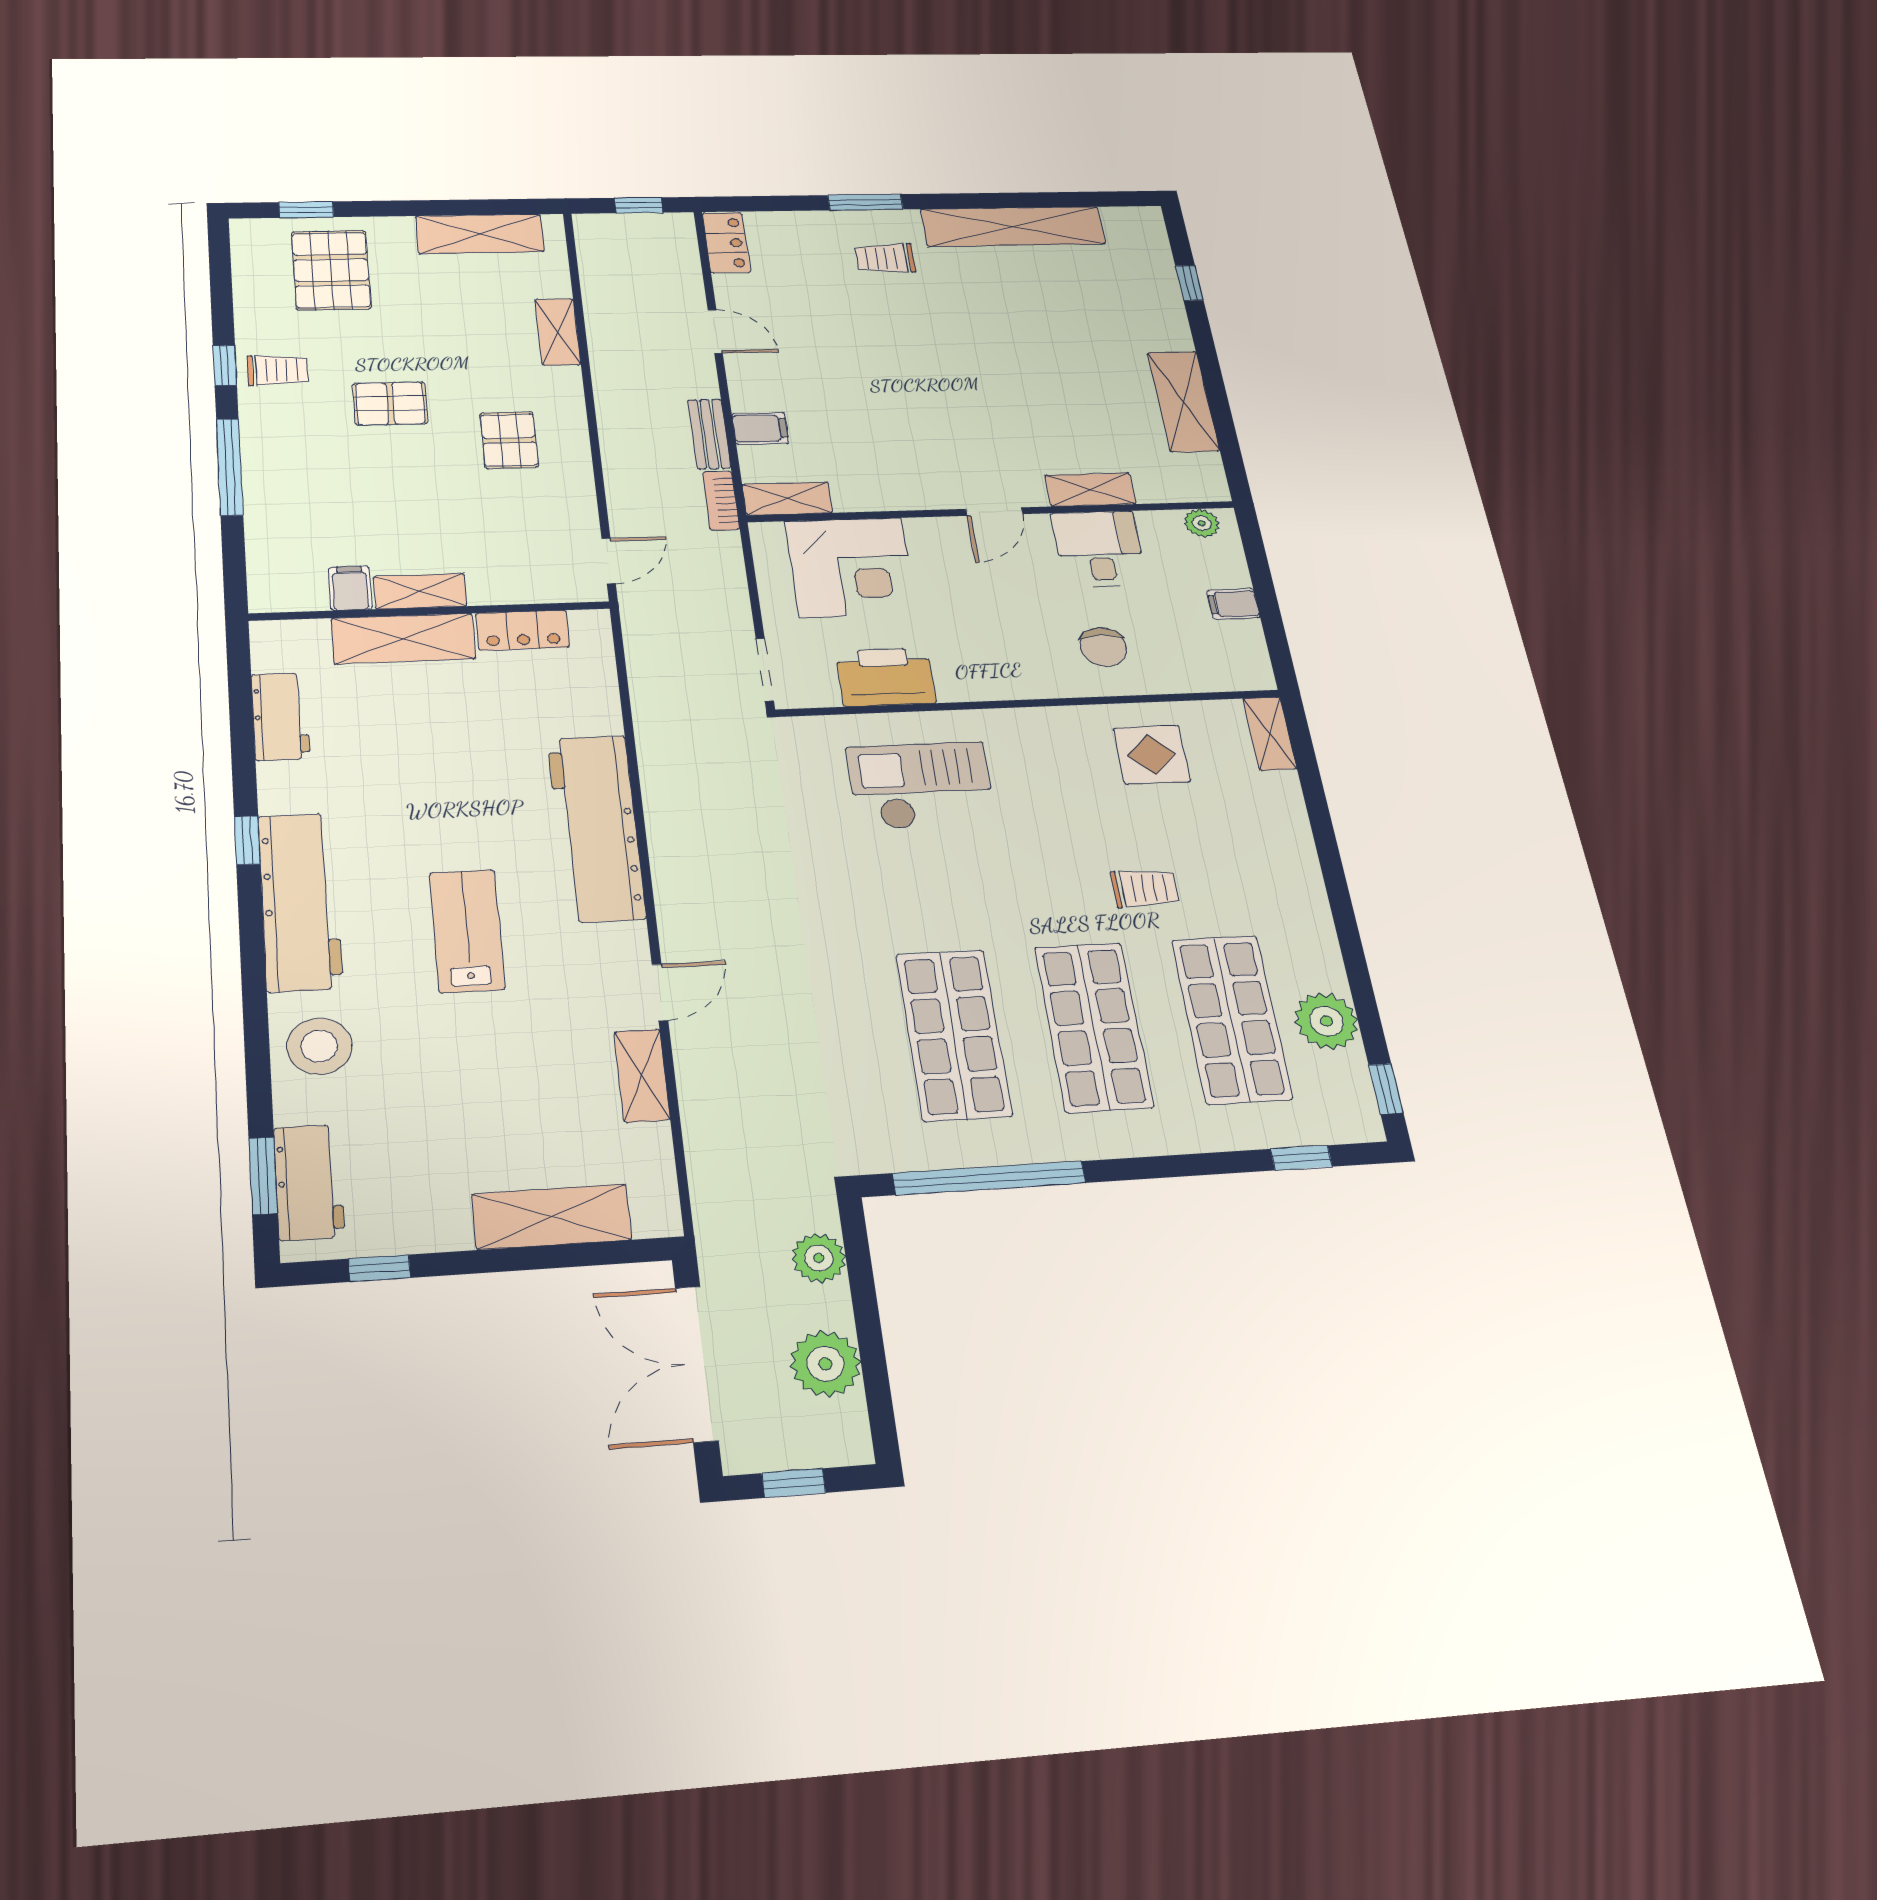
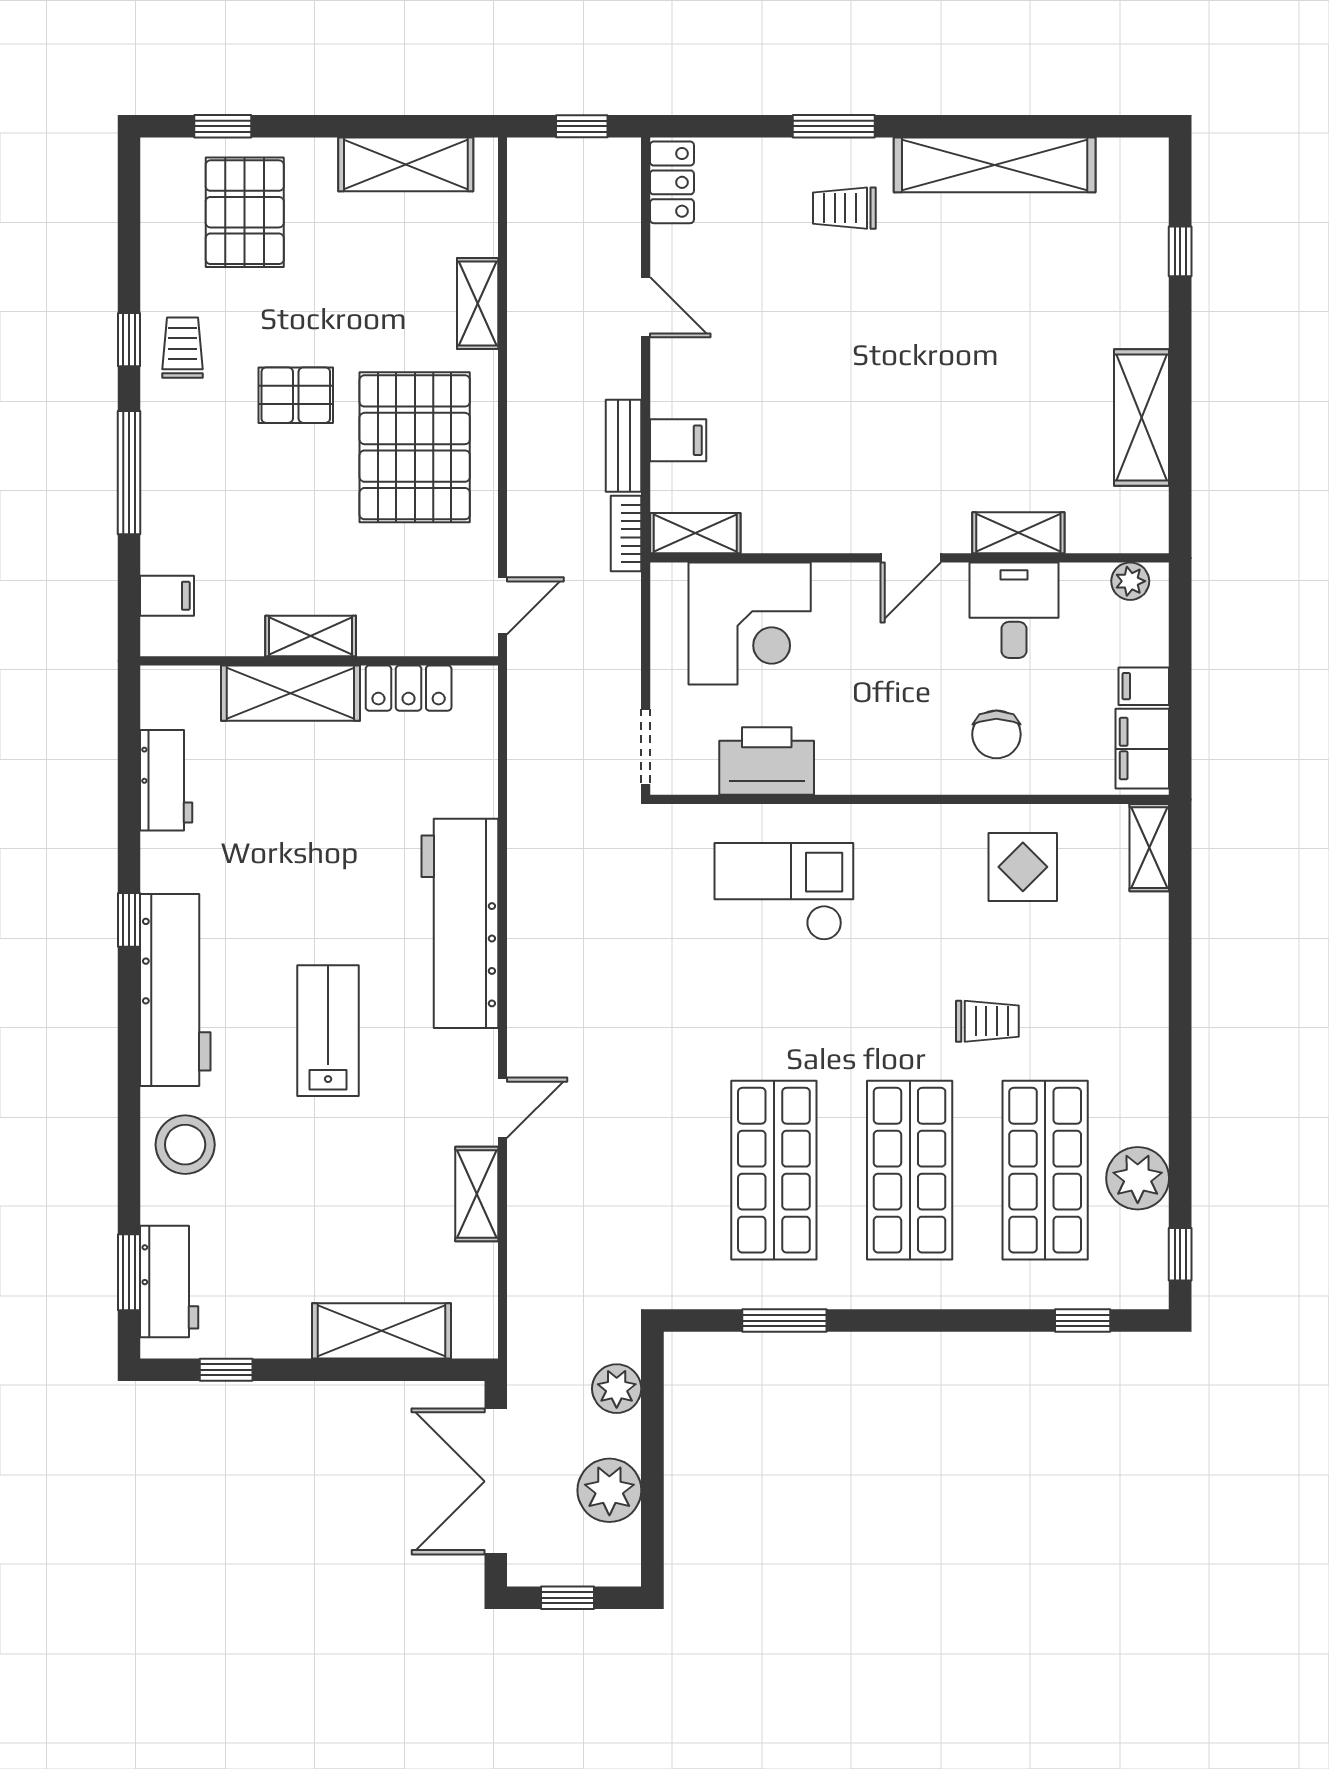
trolley: (277, 370) -> (182, 348), turned -90
pallet: (509, 440) -> (415, 447), width x2.05, depth x2.00
filing cabinet: (350, 588) -> (167, 596), moved, turned 90
filing cabinet: (1244, 653) -> (1142, 749), added
window: (989, 1178) -> (784, 1321), width x0.47

